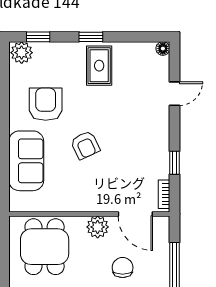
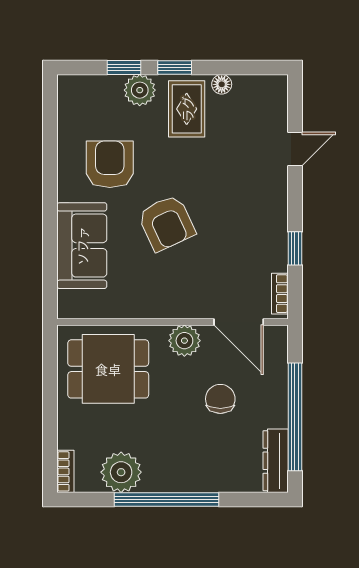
window: (38, 37) -> (124, 68), moved
floor lamp: (163, 49) -> (222, 84), moved
plant: (22, 53) -> (140, 90), moved
armchair: (85, 145) -> (167, 223), width x1.38, depth x1.38
dining table: (45, 247) -> (108, 369), turned 90

